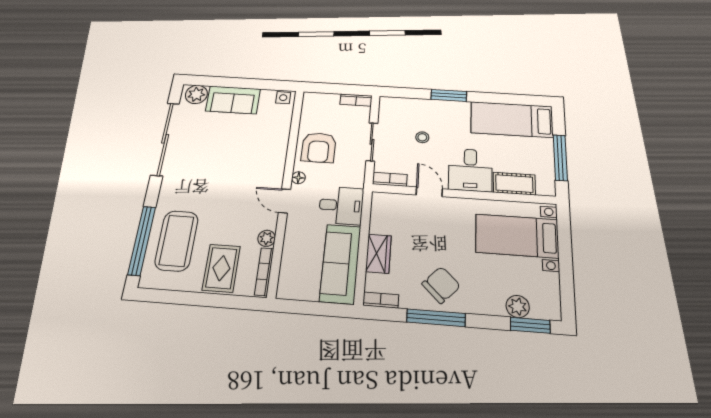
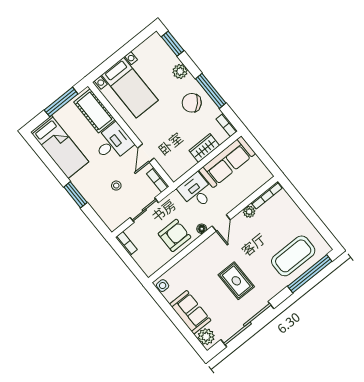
cot: (514, 184) -> (94, 111), width x1.37, depth x1.34
rug: (221, 268) -> (236, 281), moved, turned 90
plant: (518, 306) -> (180, 71), moved

